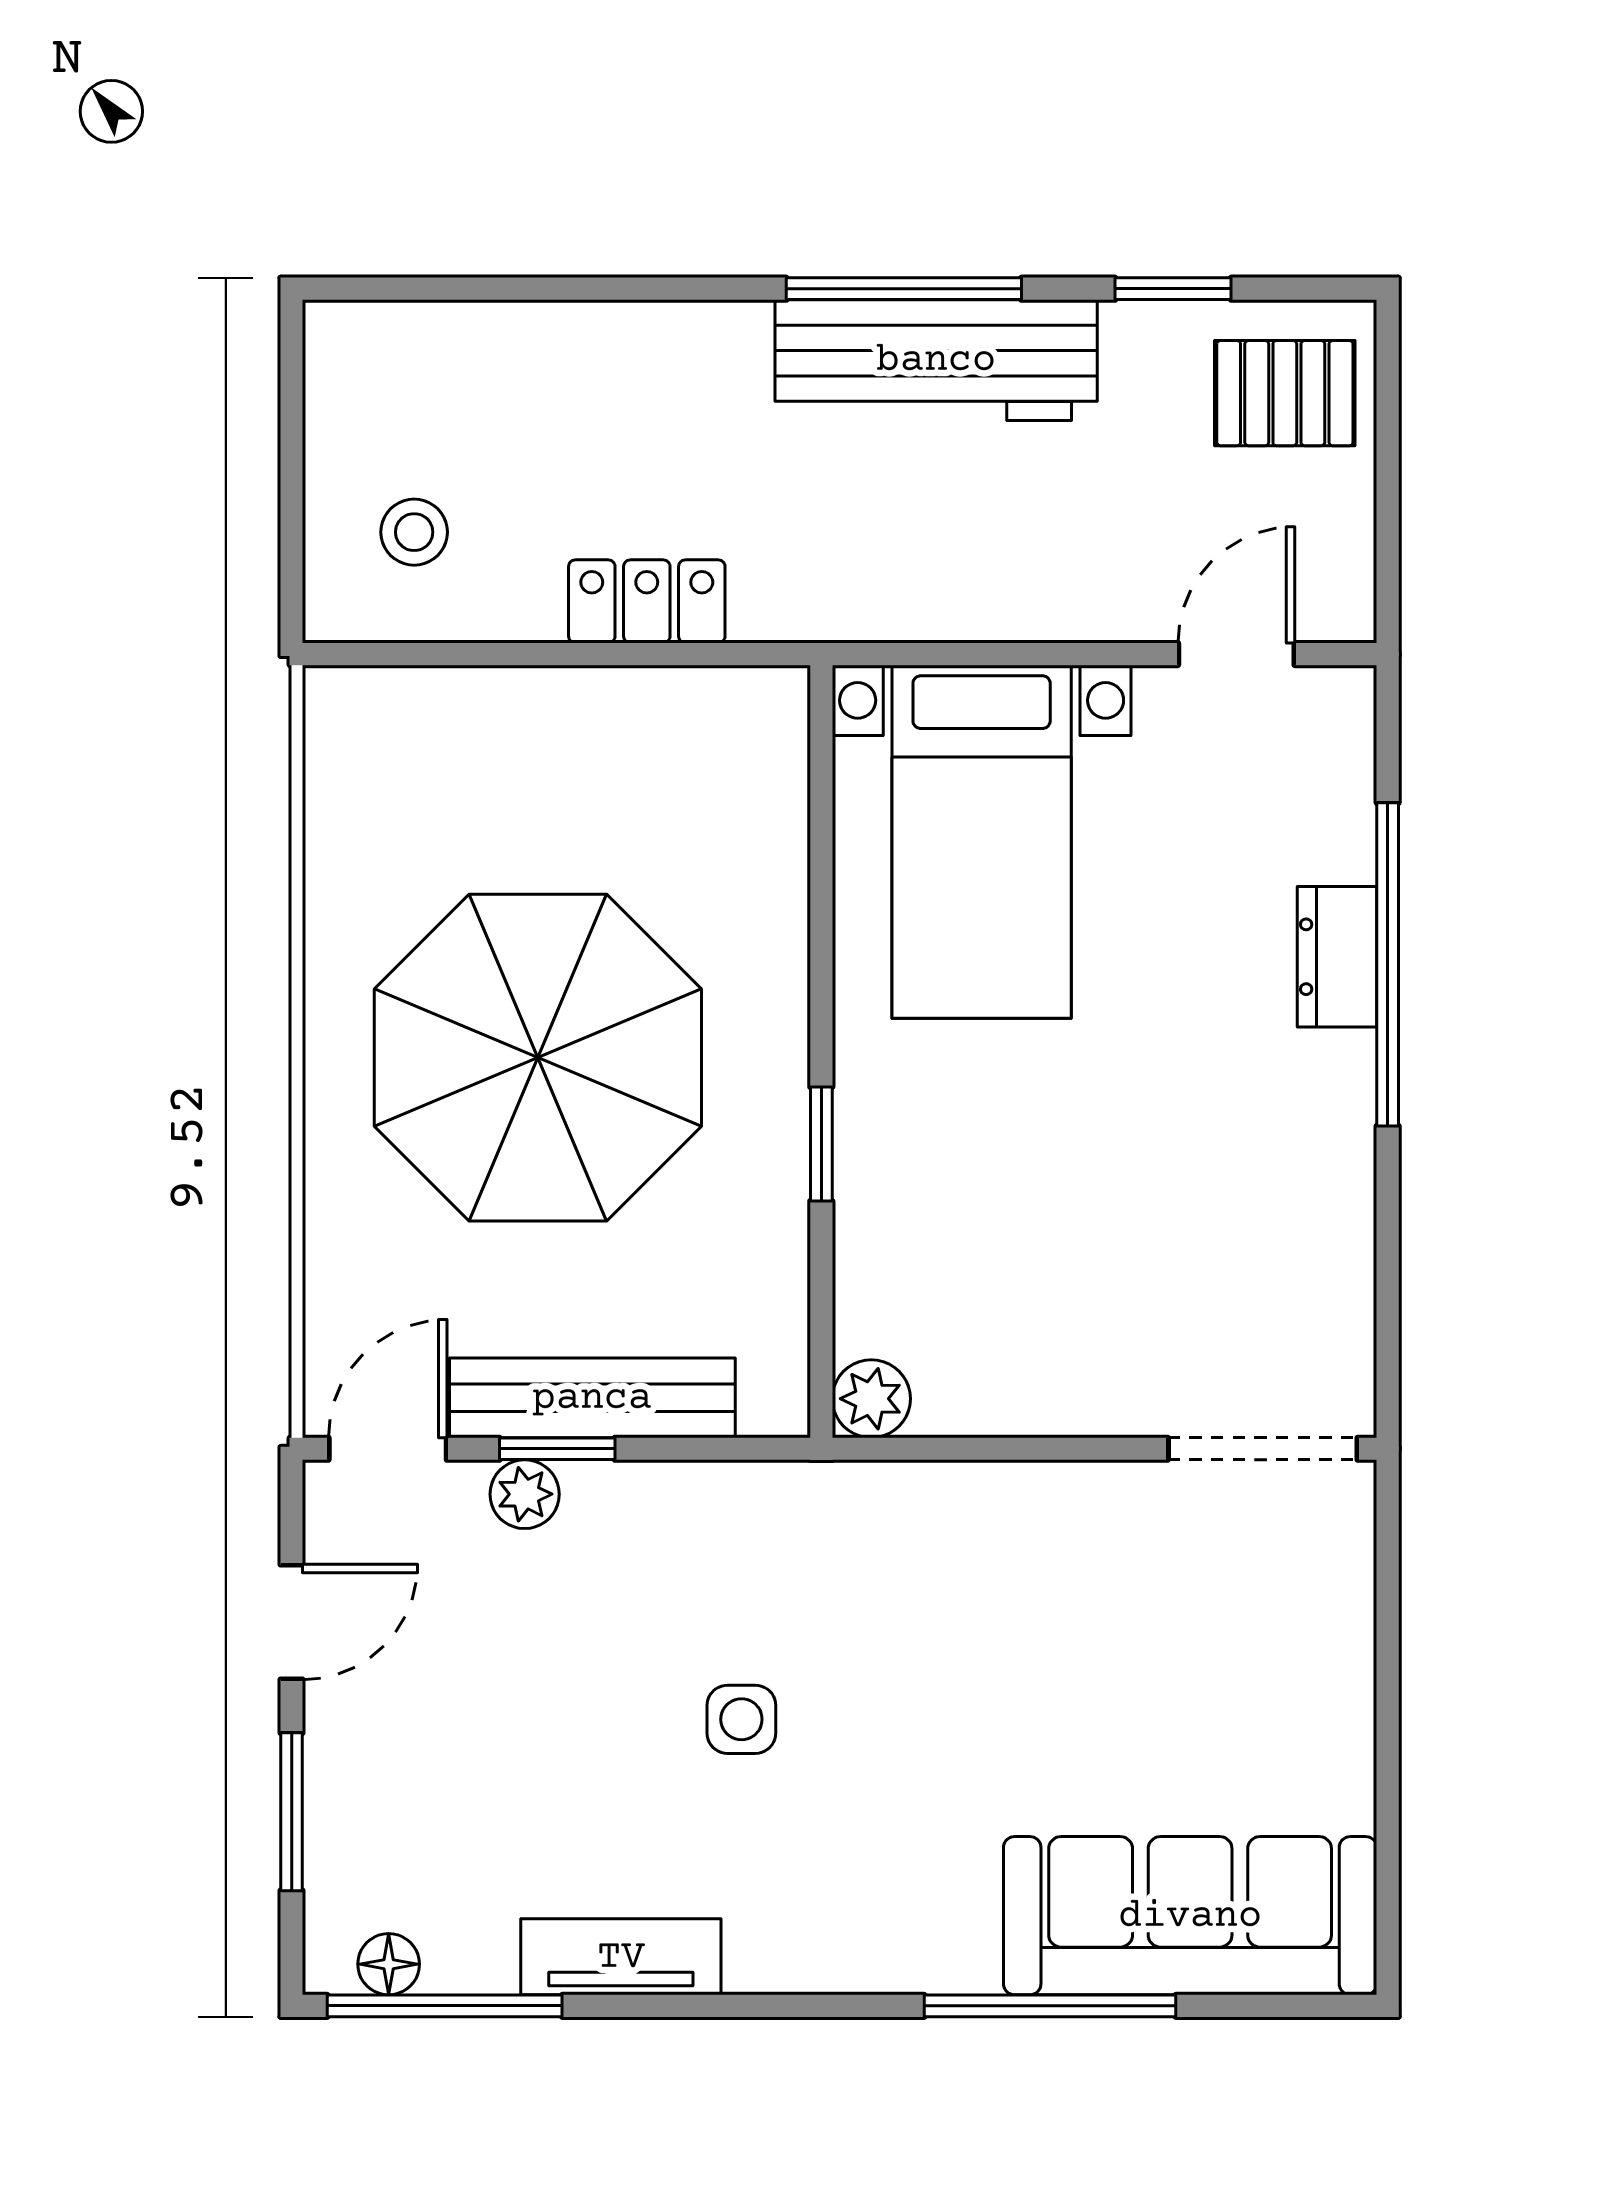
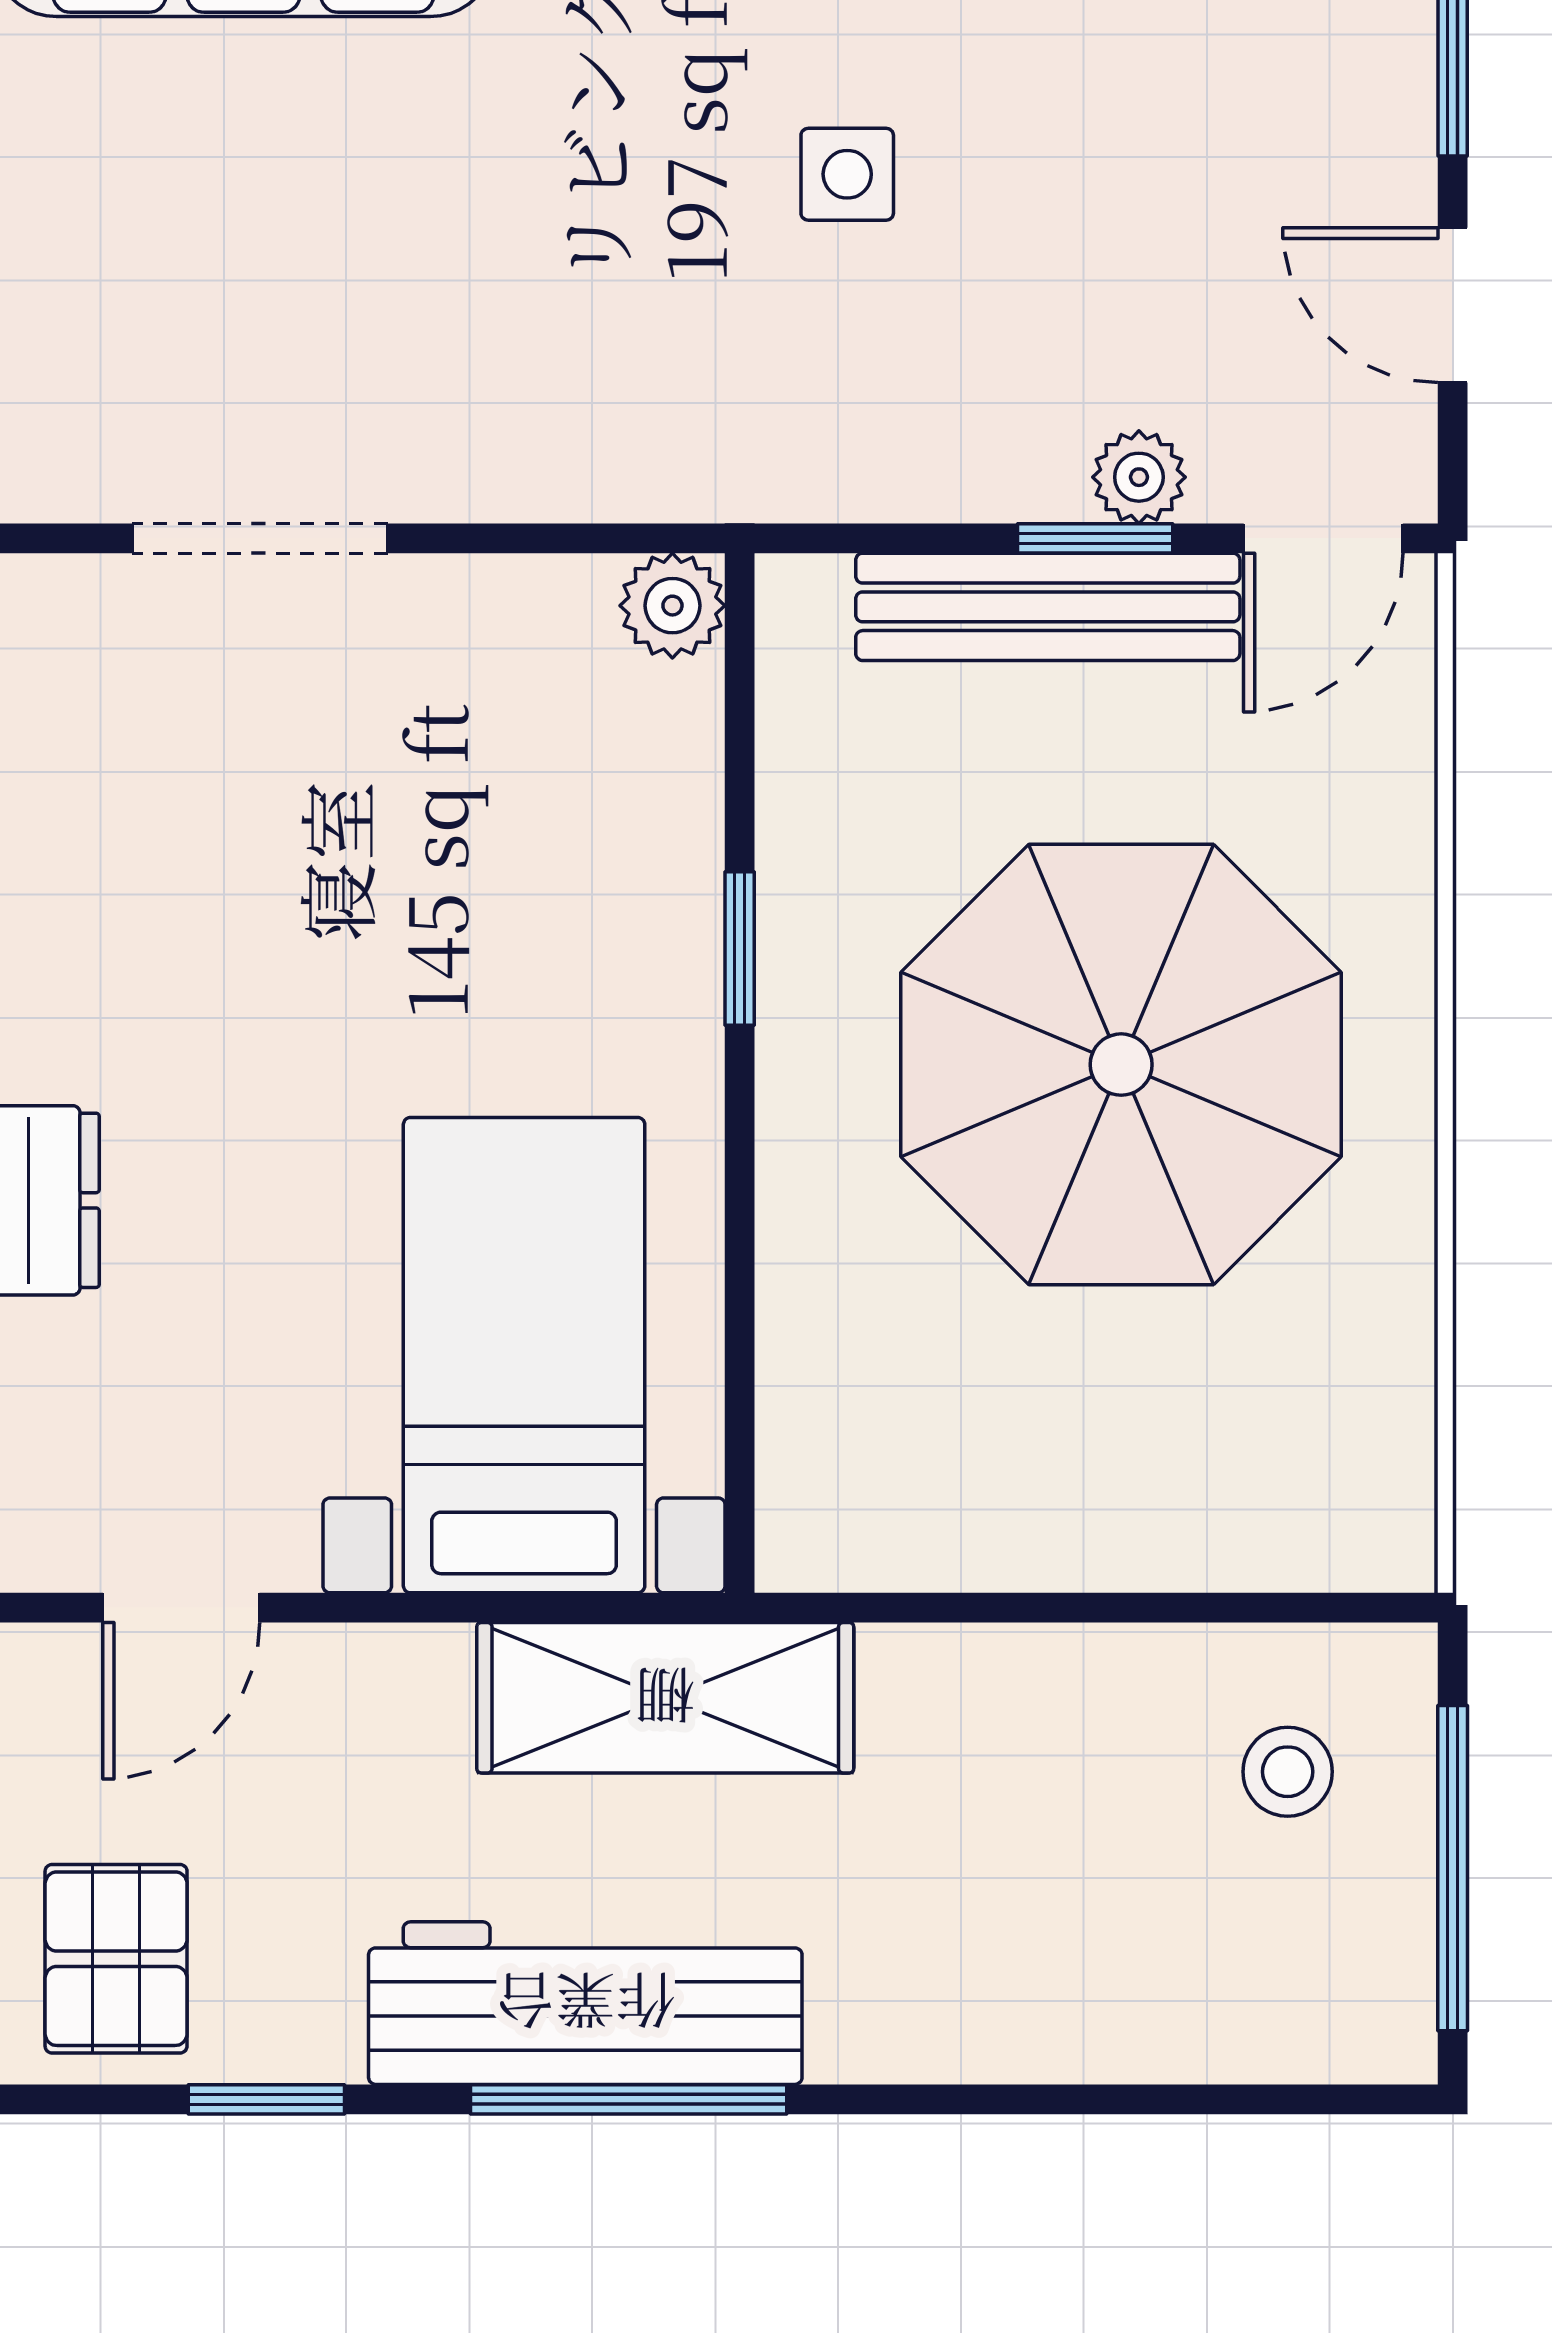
pallet: (1285, 393) -> (116, 1959), turned 90
window: (292, 460) -> (1453, 1868), added
shelving: (877, 587) -> (665, 1698), added
locker: (647, 601) -> (975, 1678), removed
doorway: (1263, 1449) -> (260, 538), moved
door: (292, 1622) -> (1453, 305), hinge flipped

